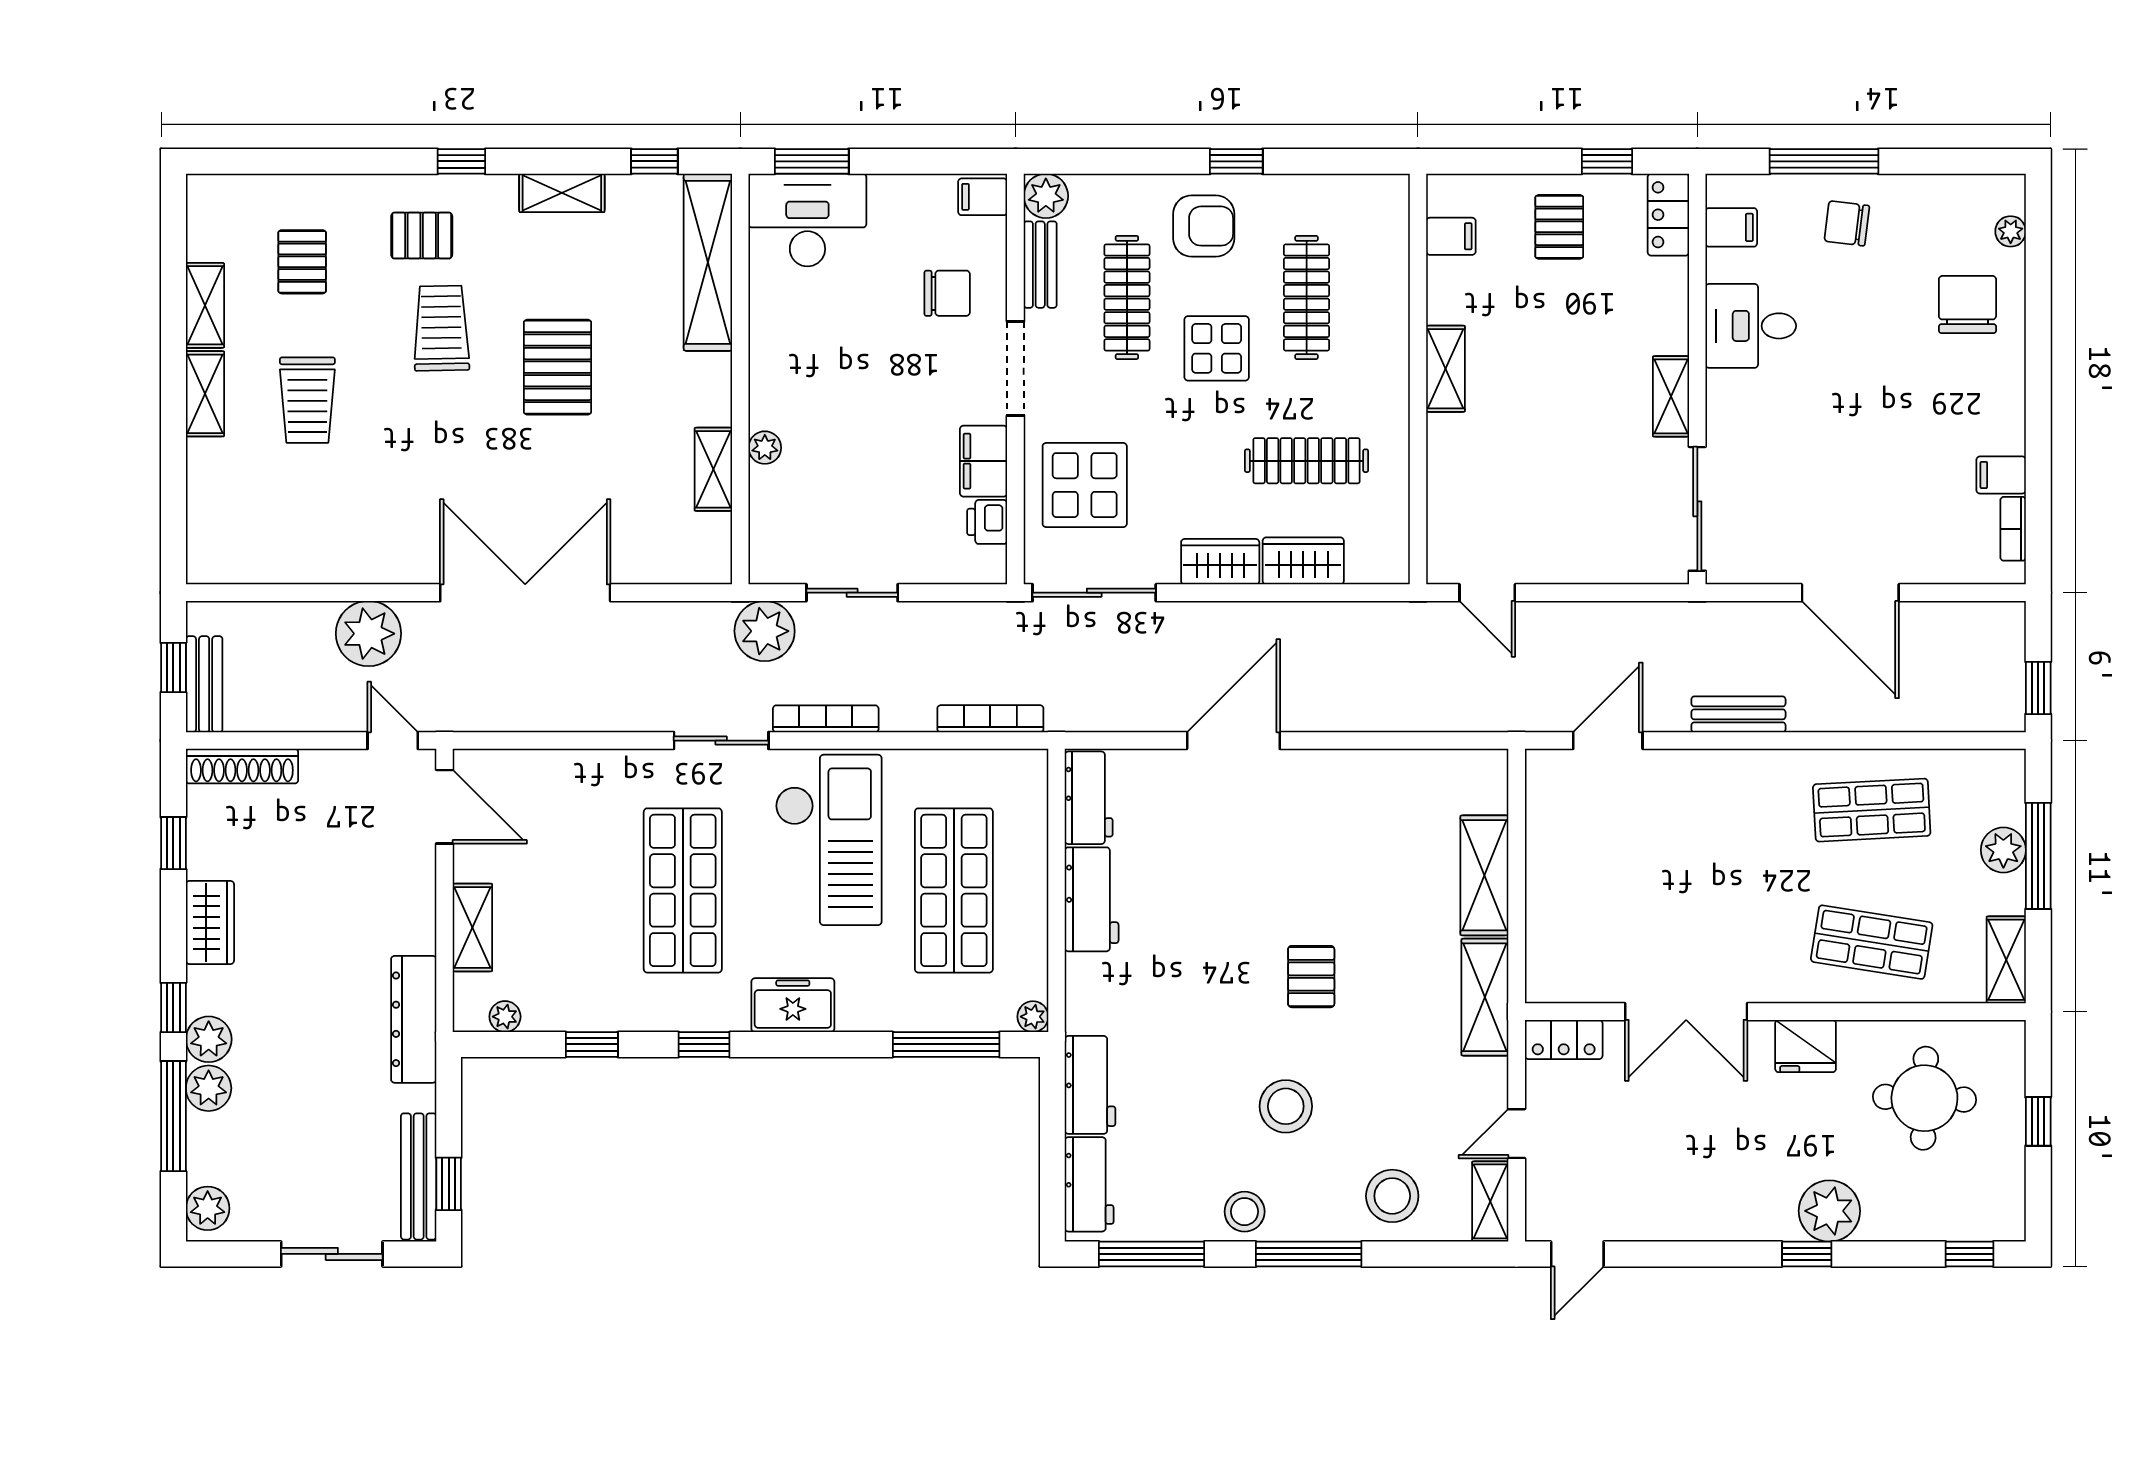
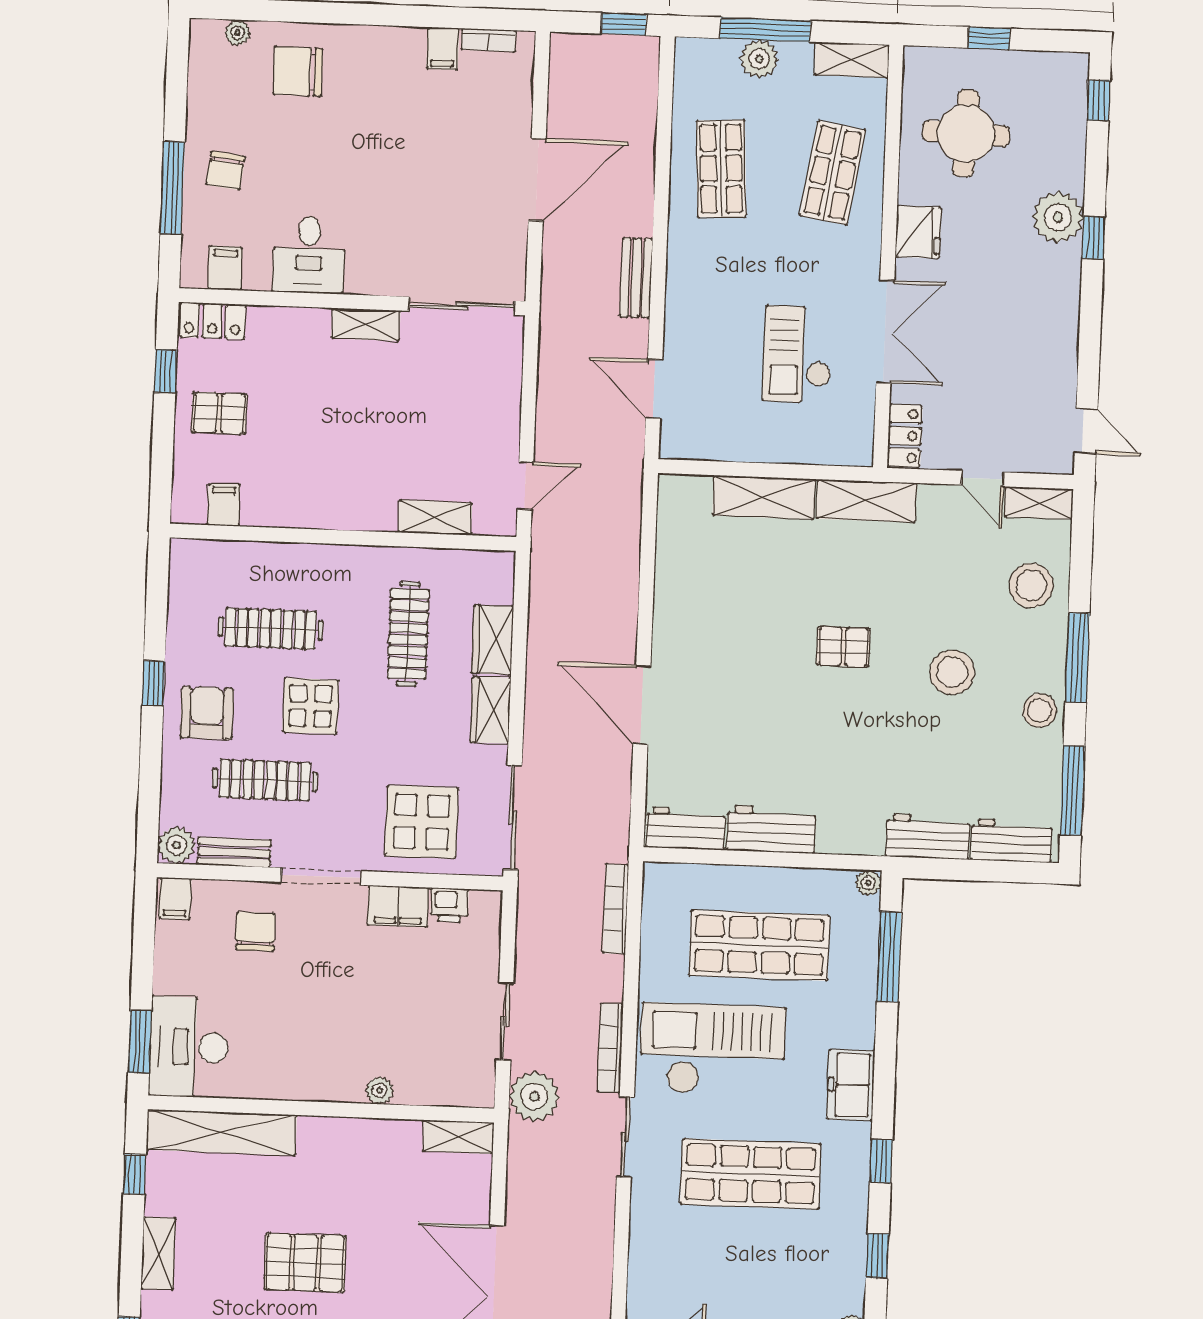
shelving: (1446, 369) -> (435, 517), moved
shelving: (713, 469) -> (458, 1137), moved
checkout: (1655, 909) -> (798, 354), added

